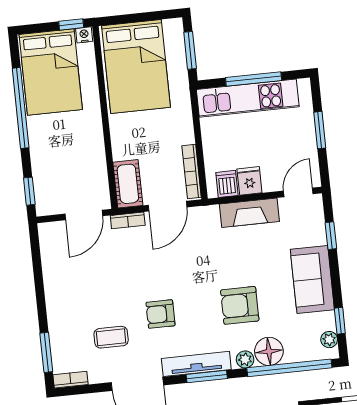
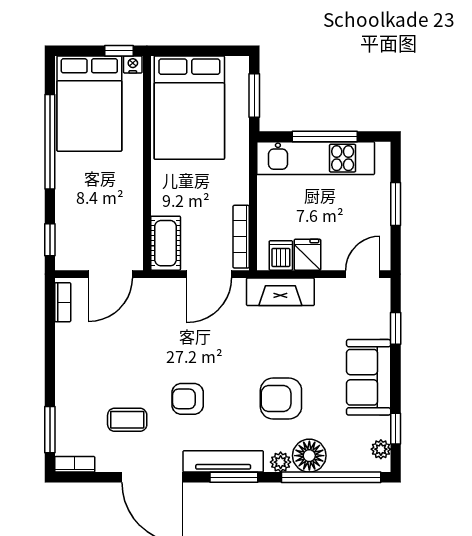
fireplace: (249, 213) -> (280, 292), moved
bookcase: (128, 220) -> (63, 302), moved, turned -90

